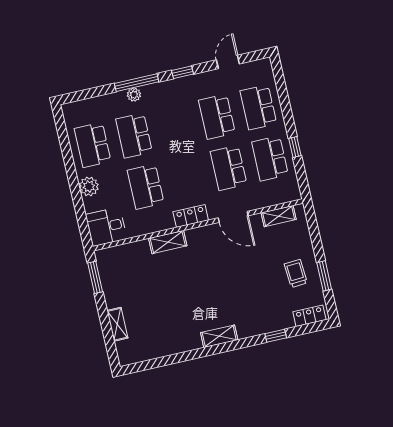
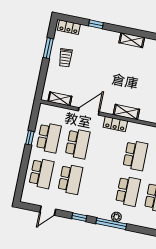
door: (233, 217) -> (89, 111), hinge flipped
shelving: (168, 242) -> (126, 112), moved

